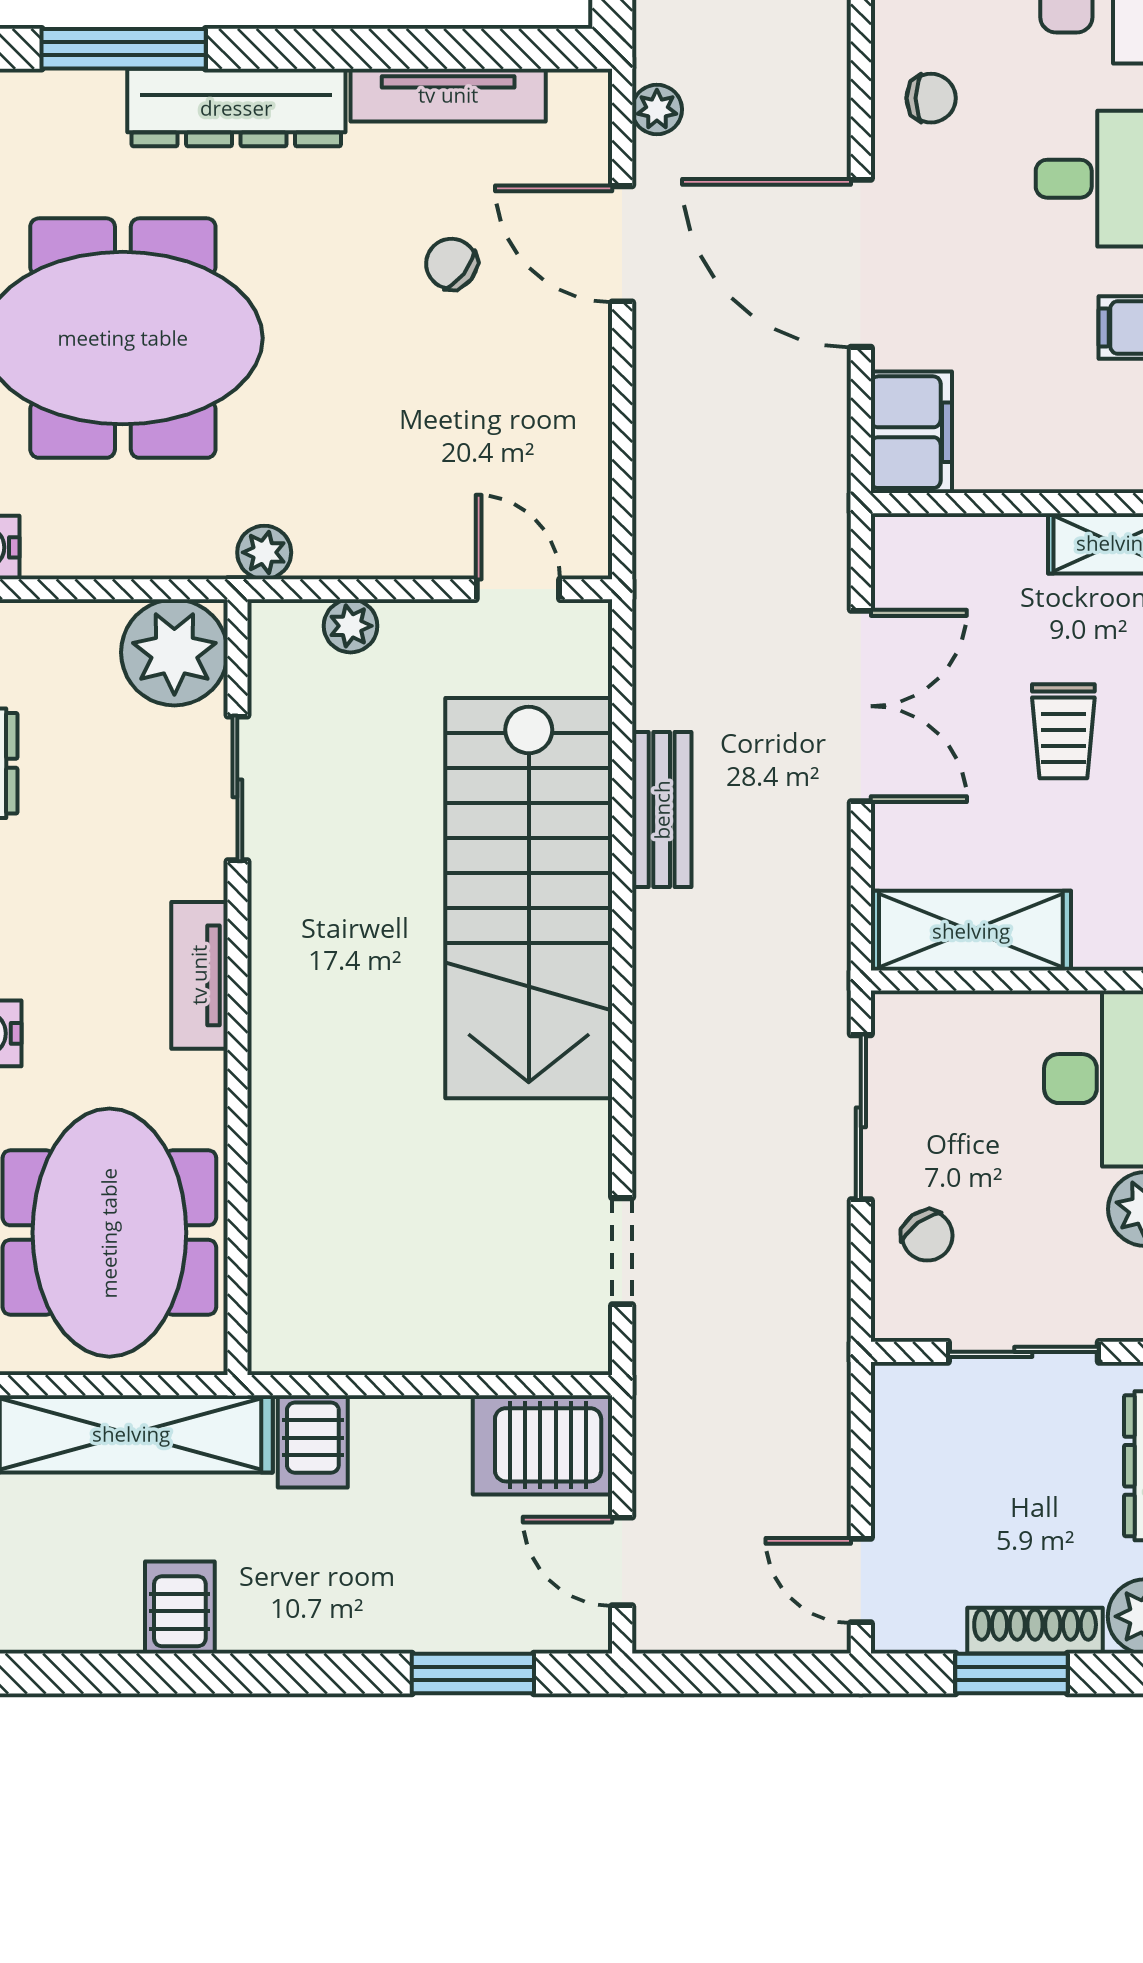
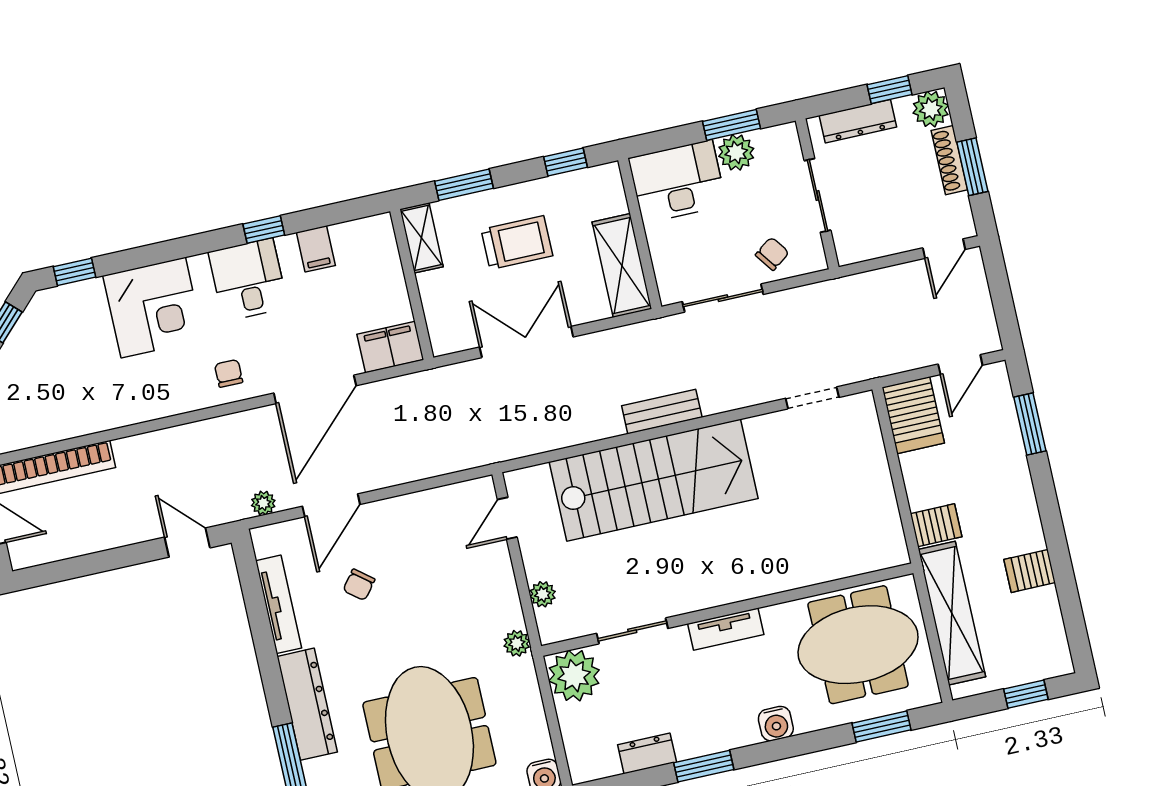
trolley: (1063, 731) -> (517, 243), width x1.36, depth x1.39
bench: (662, 810) -> (662, 412), moved

